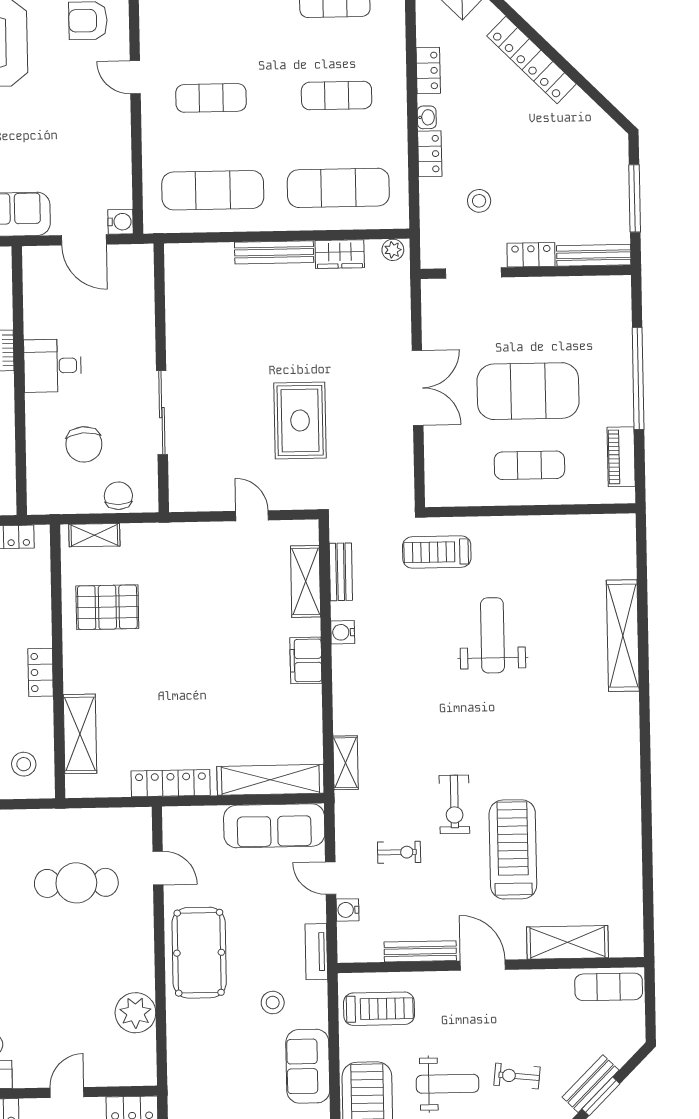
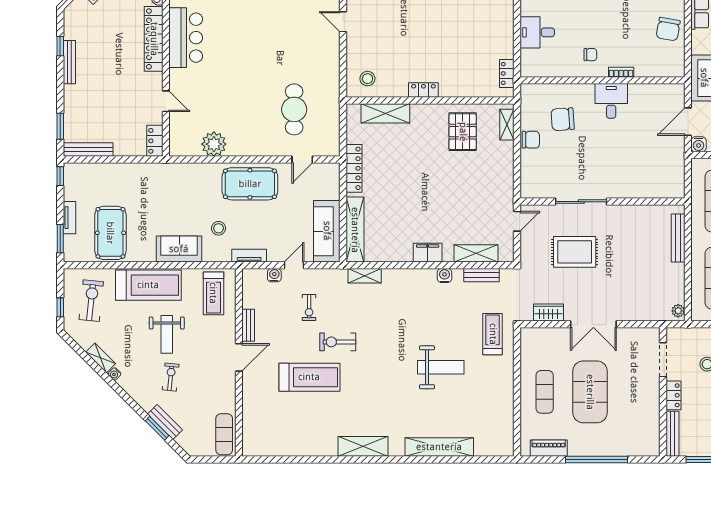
wardrobe: (340, 254) -> (548, 313), moved, turned 90
wall: (161, 378) -> (602, 202), moved
sliding door: (162, 413) -> (581, 202), moved
shelving: (568, 942) -> (363, 446), moved, turned 90
bench: (420, 951) -> (248, 325), width x0.73

